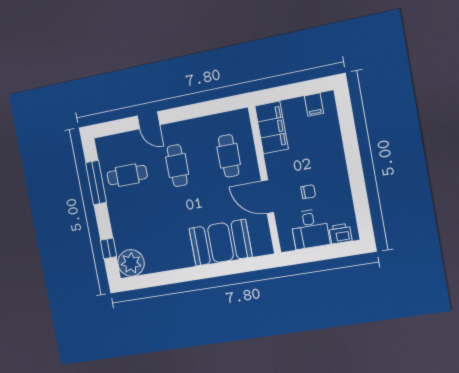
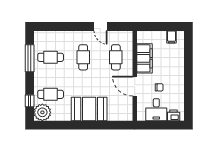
door: (148, 120) -> (100, 26), moved
filing cabinet: (272, 127) -> (144, 58), moved
cafe table: (138, 233) -> (51, 94), added
booth: (221, 243) -> (89, 109), moved

